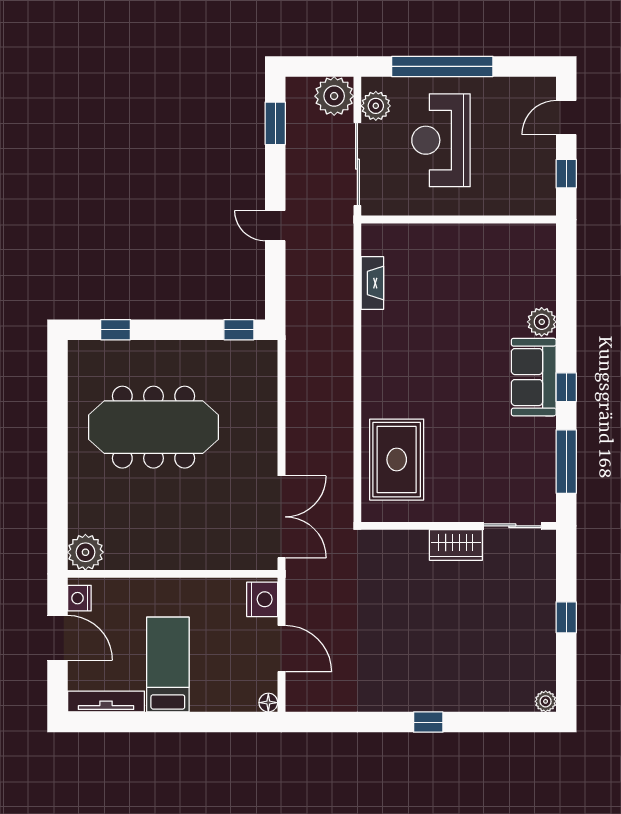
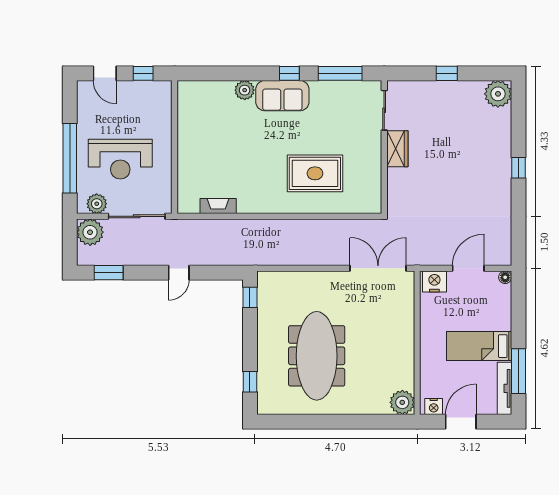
rug: (397, 460) -> (315, 173), moved
plant: (546, 701) -> (498, 94), width x1.88, depth x1.88
window: (131, 722) -> (518, 371), added

